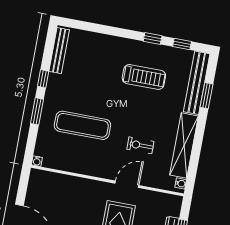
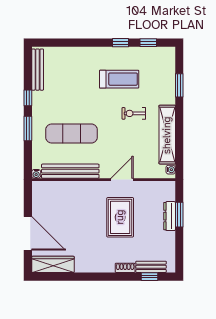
bench: (197, 83) -> (70, 171), moved, turned 90
exercise bike: (140, 145) -> (134, 113), moved

